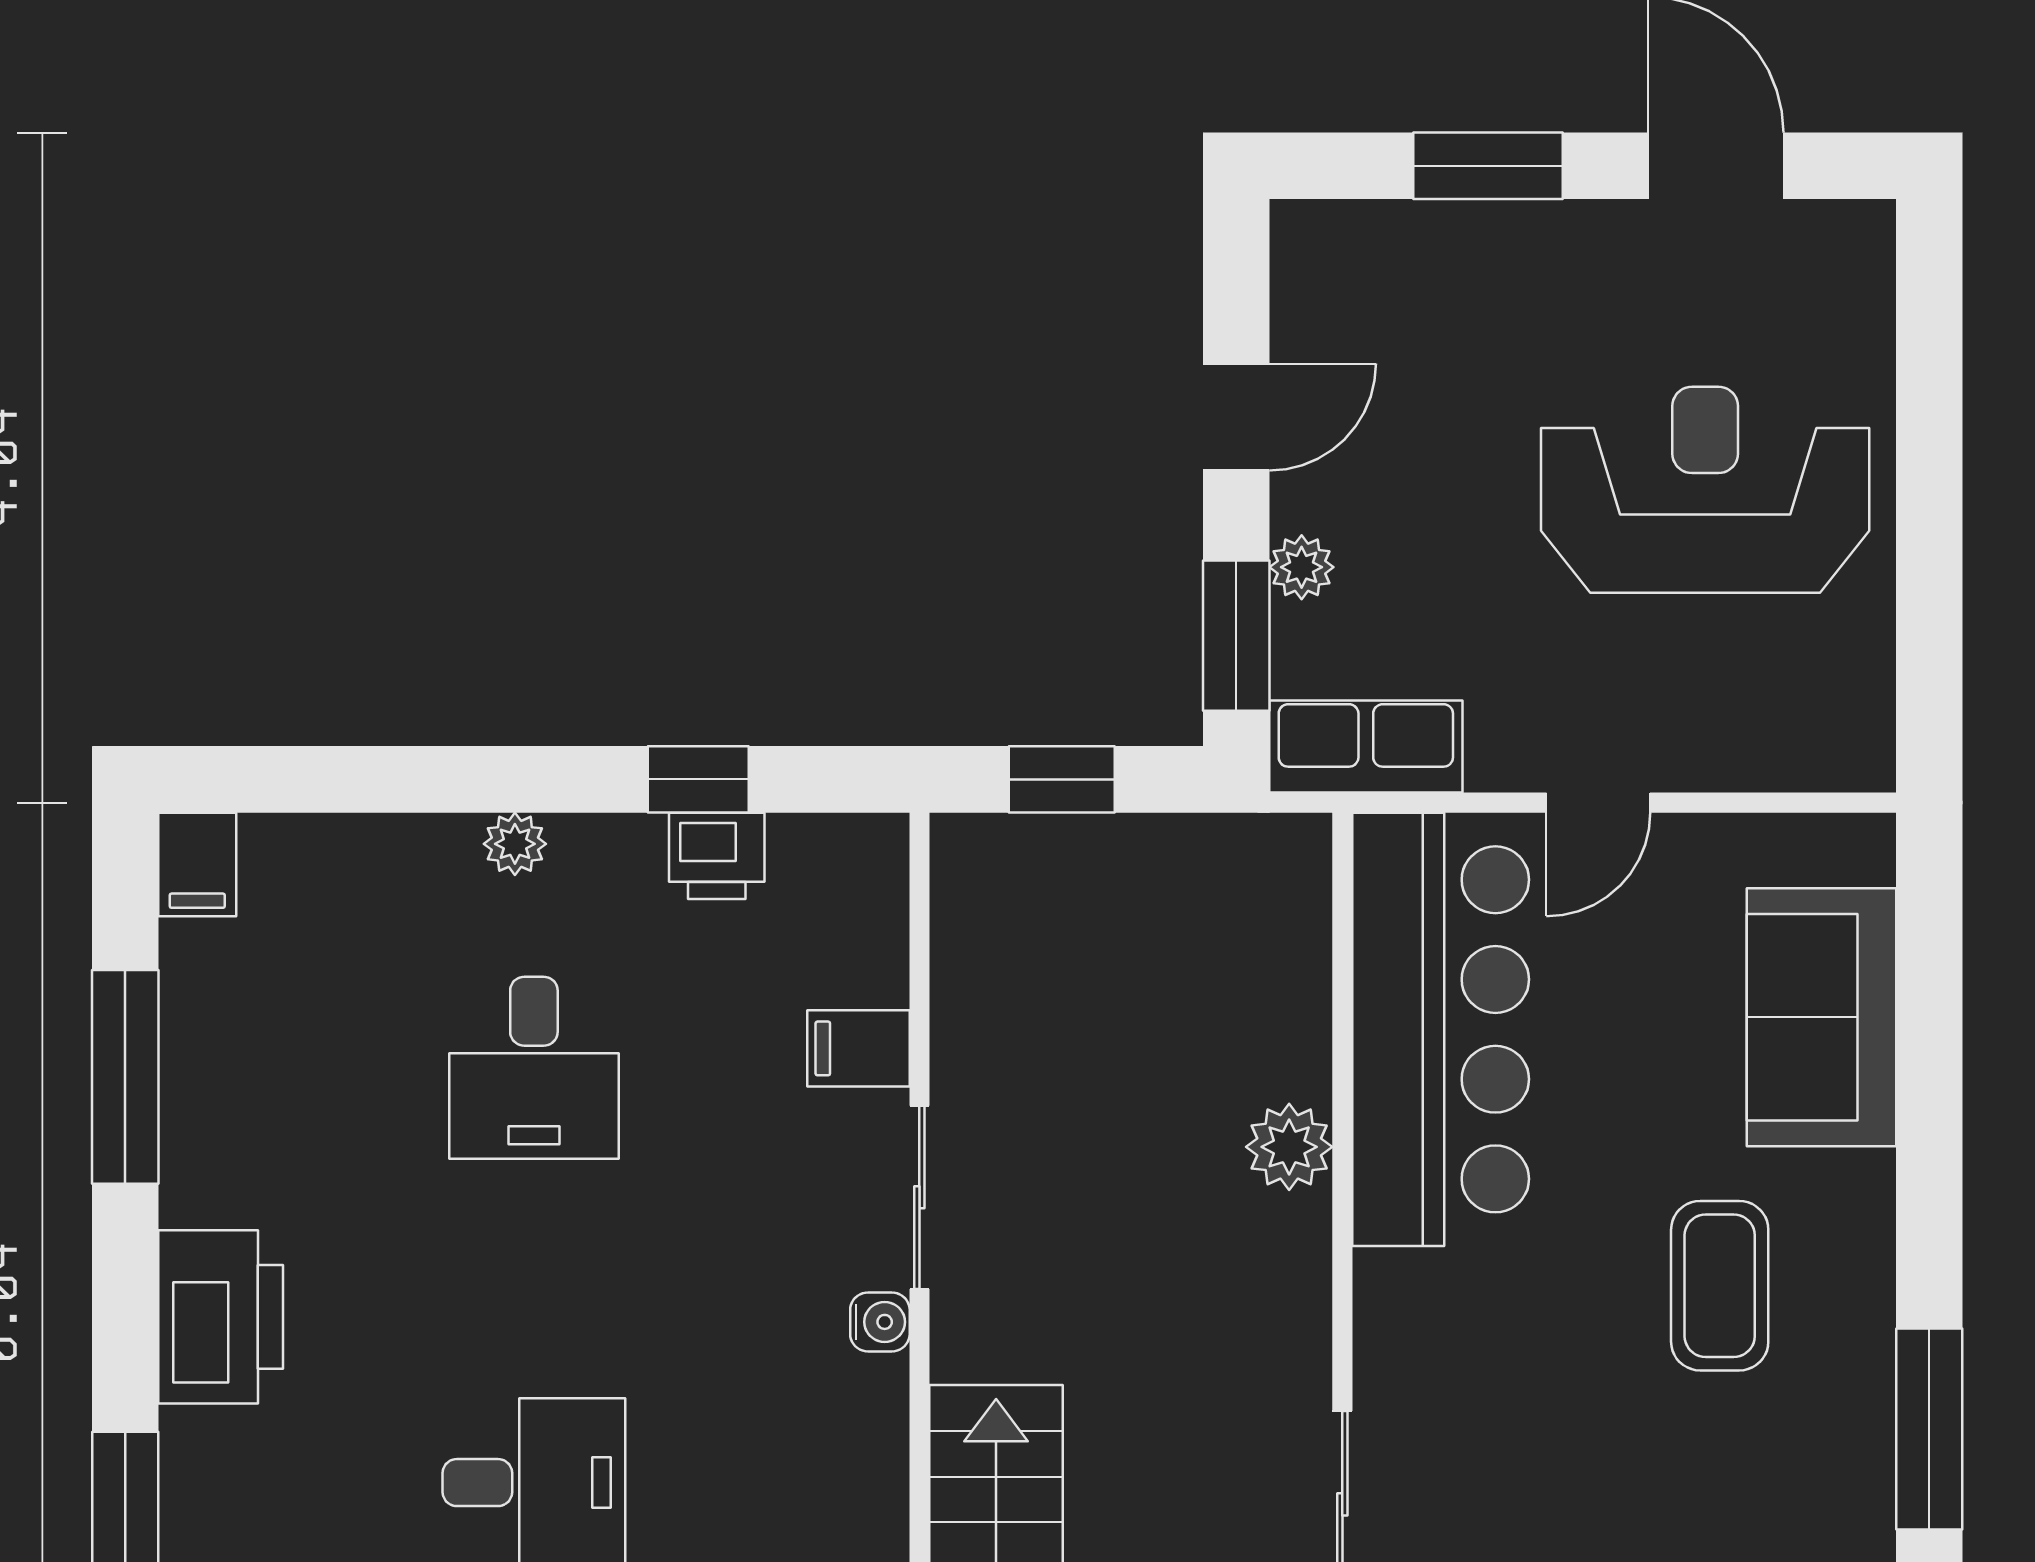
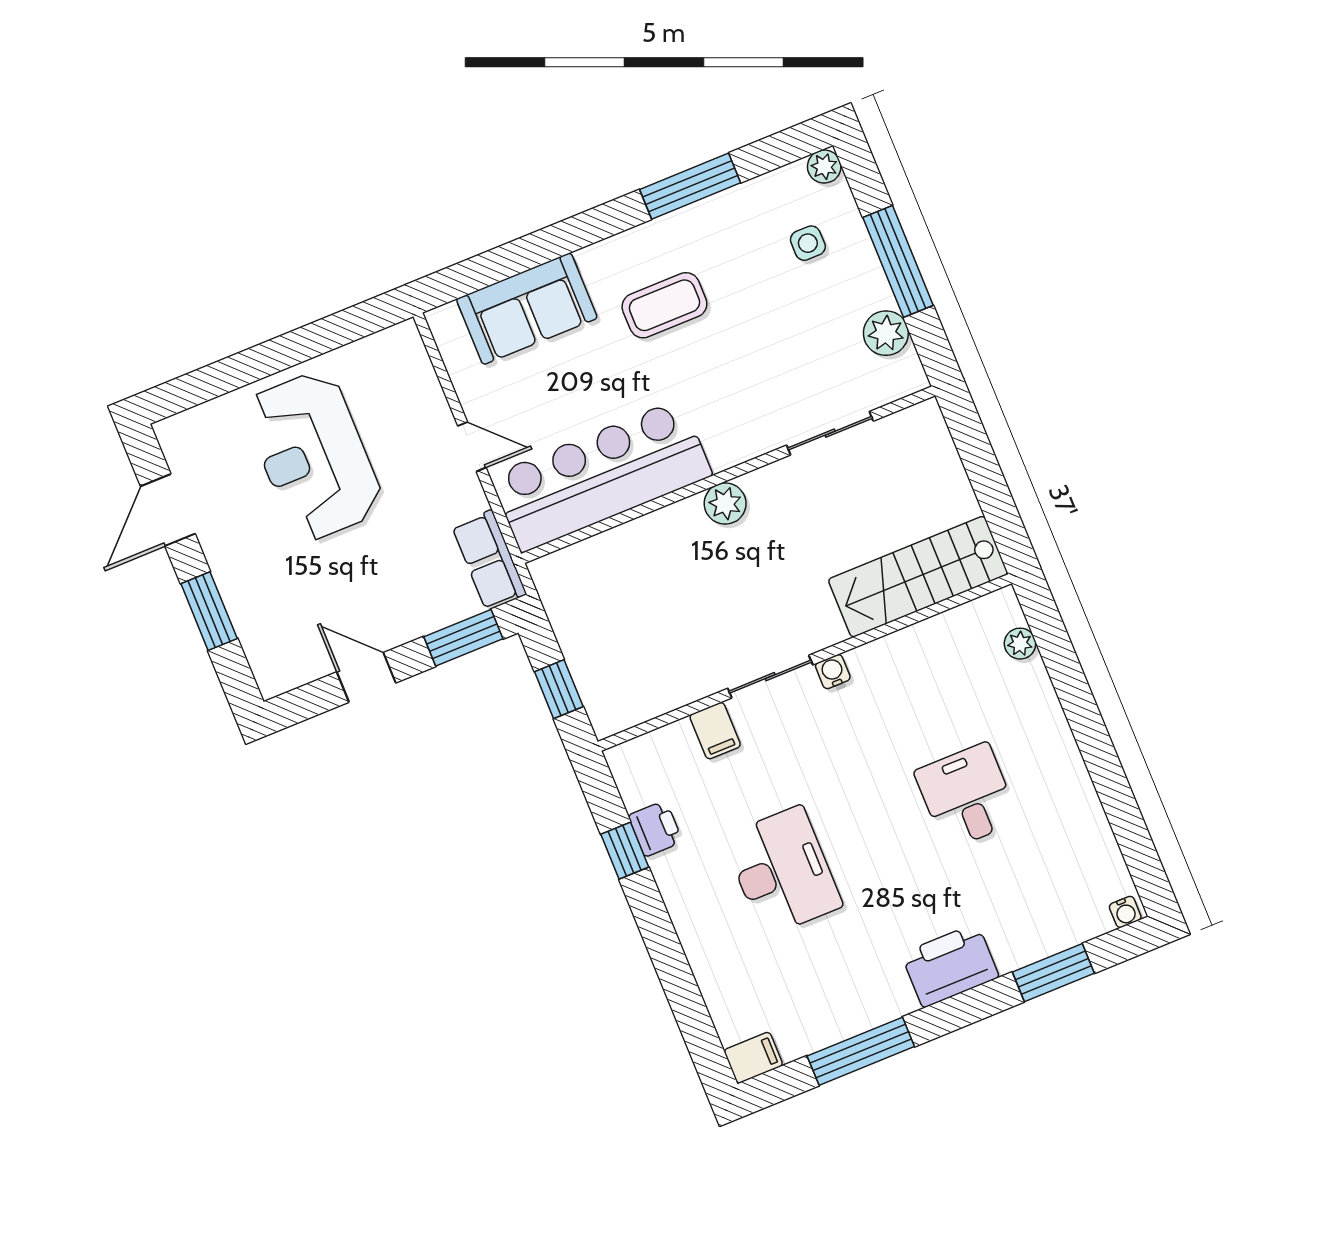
plant: (1302, 567) -> (421, 621), removed
plant: (515, 844) -> (687, 920), removed
desk: (534, 1068) -> (783, 871), width x1.37
plant: (1289, 1147) -> (725, 504), moved

